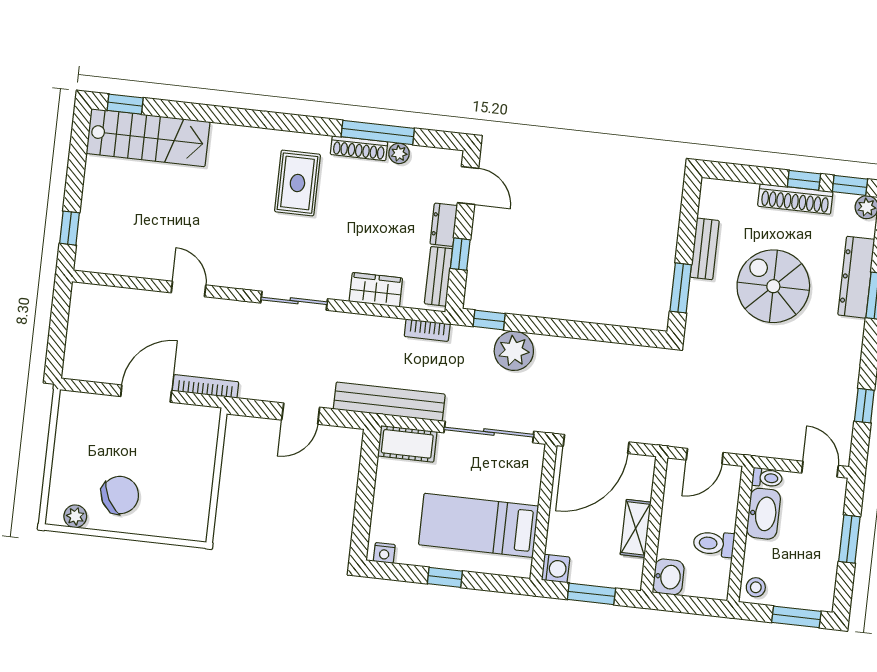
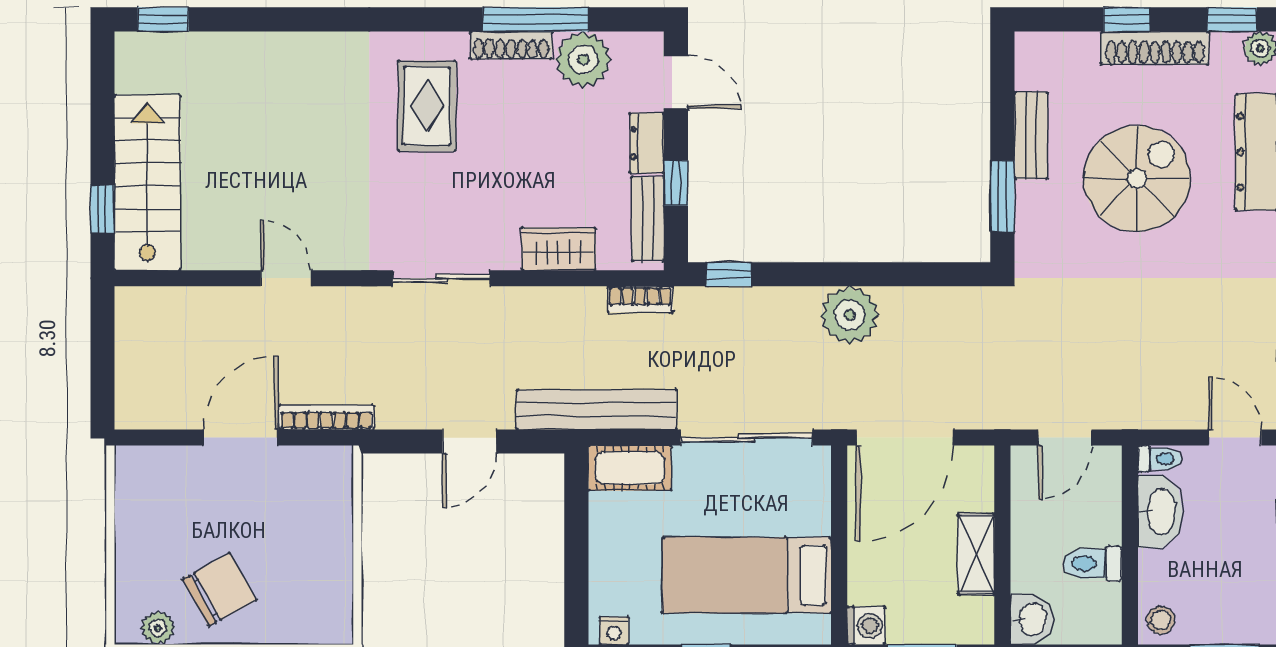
stairs: (148, 138) -> (147, 183), moved, turned -90
plant: (399, 153) -> (583, 59), width x1.88, depth x1.88
window: (804, 180) -> (1127, 19), moved
spiral stairs: (773, 286) -> (1137, 179), turned 90
plant: (514, 351) -> (850, 315), moved

